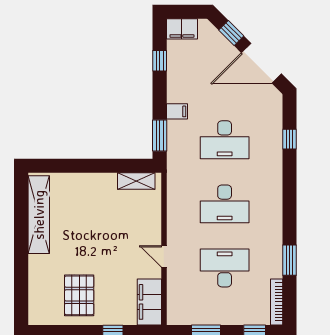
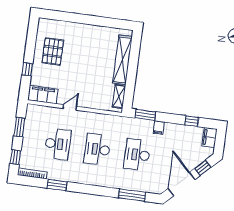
window: (290, 139) -> (132, 195), width x2.17
shelving: (39, 215) -> (122, 60), moved, turned 90
pallet: (79, 295) -> (53, 51), turned 90

